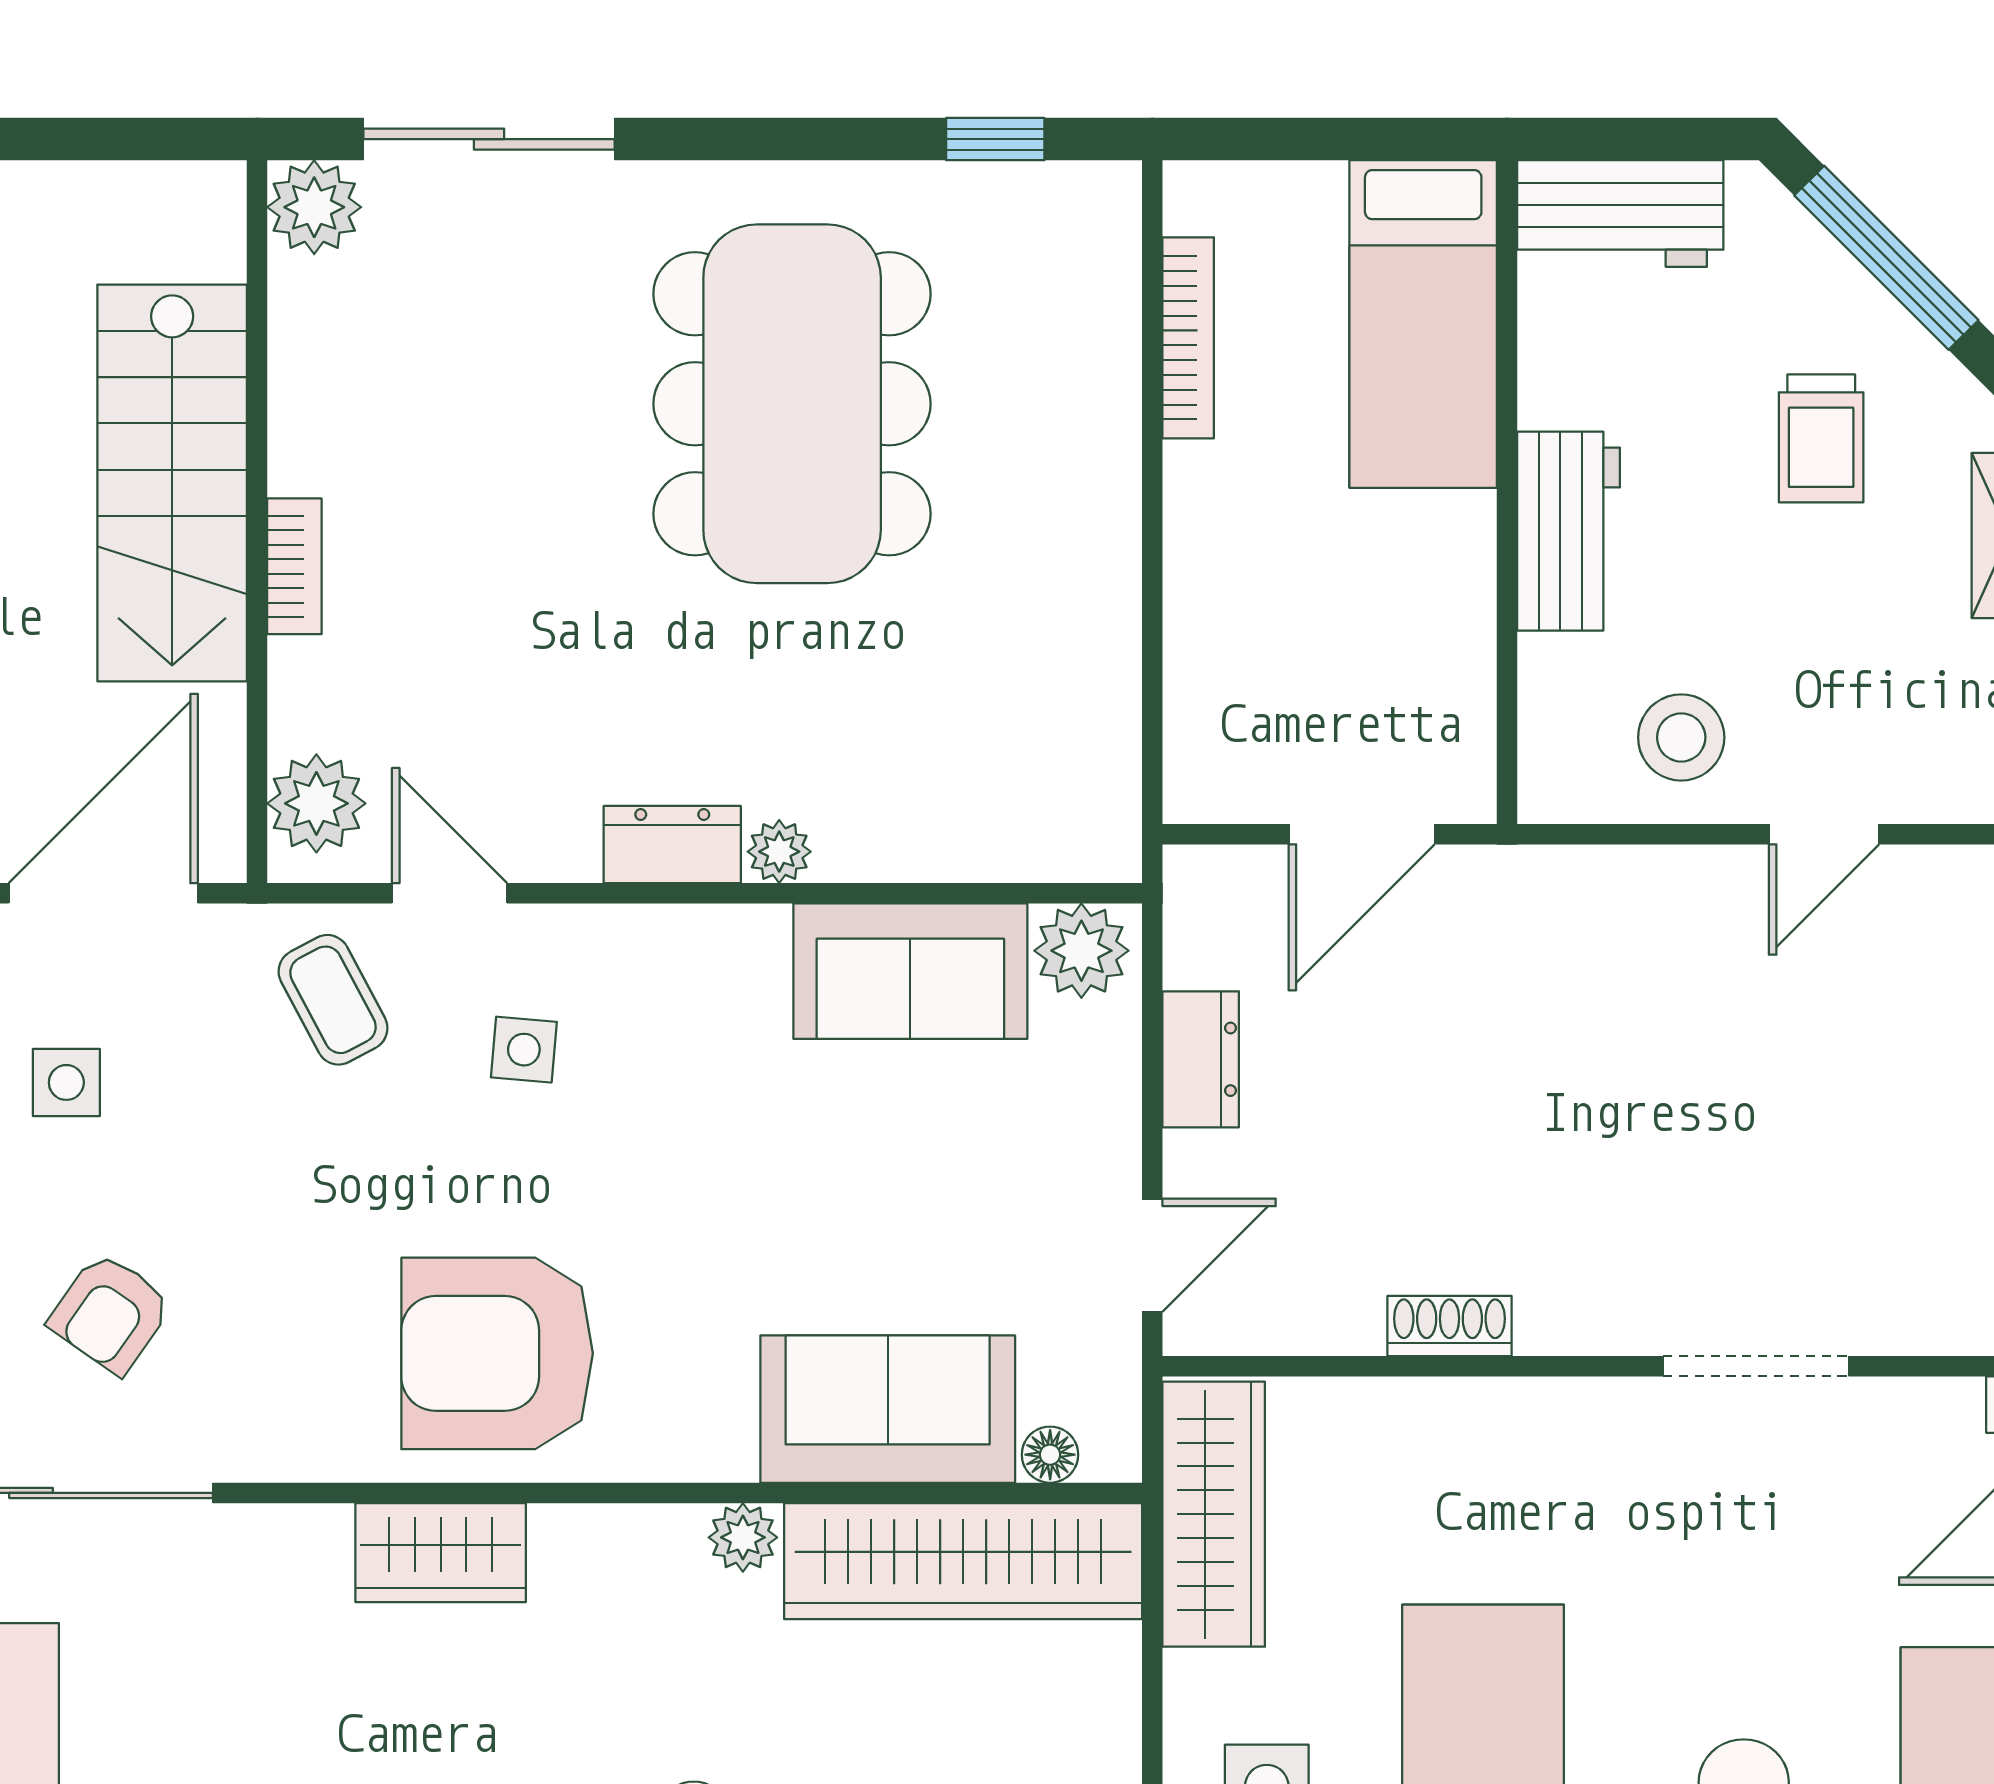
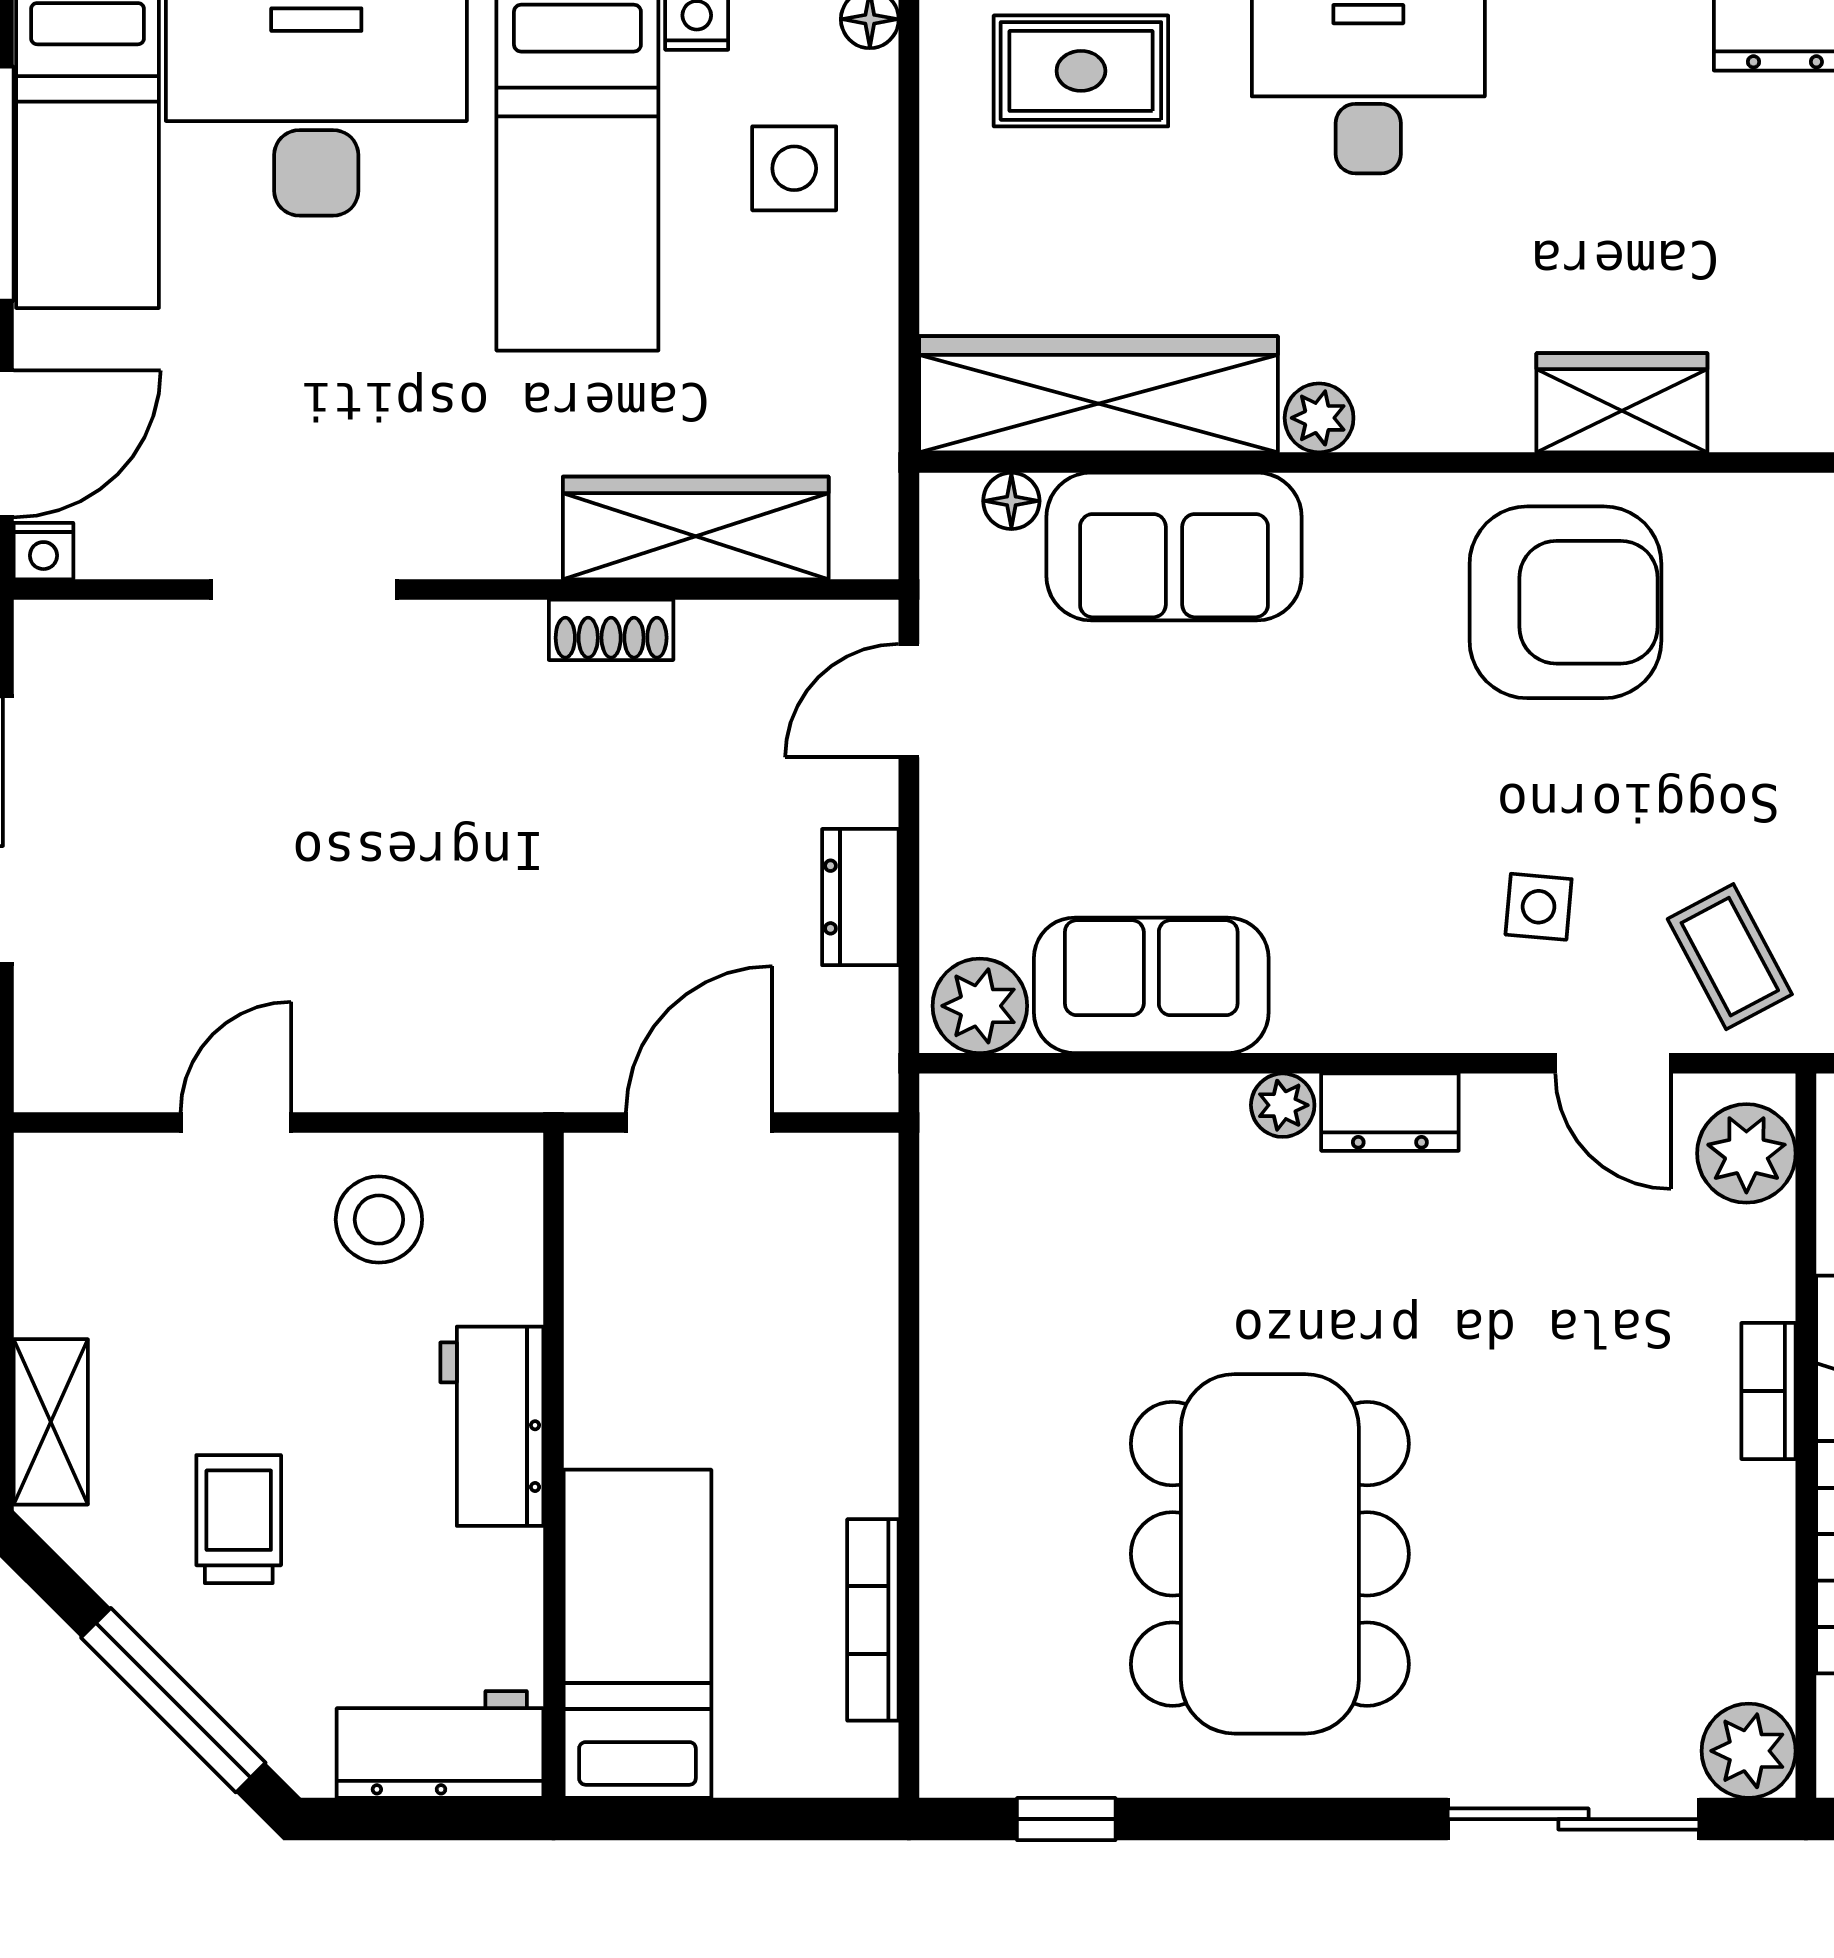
wardrobe: (1214, 1514) -> (696, 528), moved, turned 90

